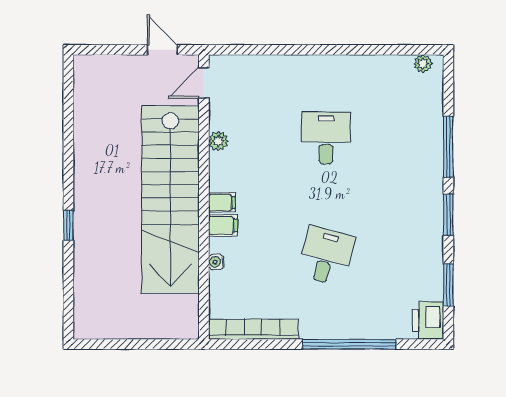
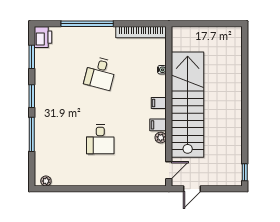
door: (162, 50) -> (192, 189), hinge flipped
window: (68, 225) -> (245, 172), moved
filing cabinet: (223, 225) -> (158, 125), moved

